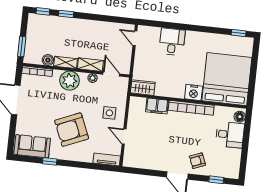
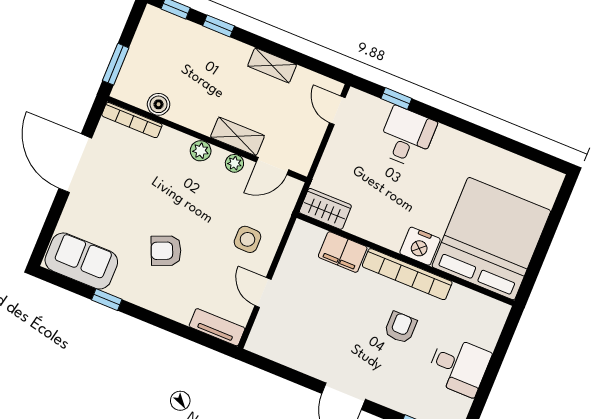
window: (239, 33) -> (396, 98), moved
shelving: (66, 62) -> (272, 65), moved
door: (111, 74) -> (272, 166), swing flipped
plant: (70, 81) -> (201, 151), width x0.53, depth x0.53
floor lamp: (240, 117) -> (495, 318), removed
armchair: (72, 130) -> (166, 251), width x0.53, depth x0.53
desk: (230, 135) -> (459, 366), moved
armchair: (197, 161) -> (400, 327), moved, turned 112

